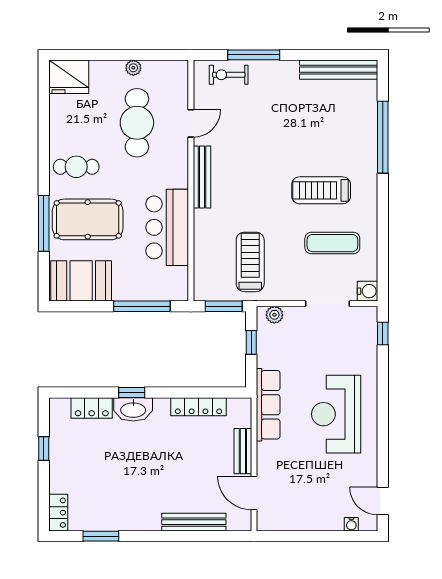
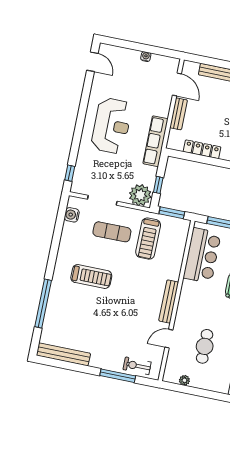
plant: (133, 68) -> (184, 380), moved
exercise bike: (229, 75) -> (137, 366), turned 180
cafe table: (137, 123) -> (205, 346), width x0.73, depth x0.74
bar counter: (167, 227) -> (202, 256), moved
exercise mat: (332, 243) -> (112, 232), moved
water cooler: (368, 291) -> (72, 215), moved
plant: (274, 315) -> (140, 195), width x1.88, depth x1.88
water cooler: (351, 524) -> (146, 57), moved

